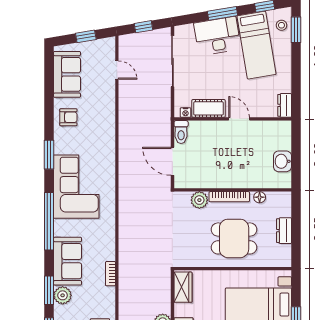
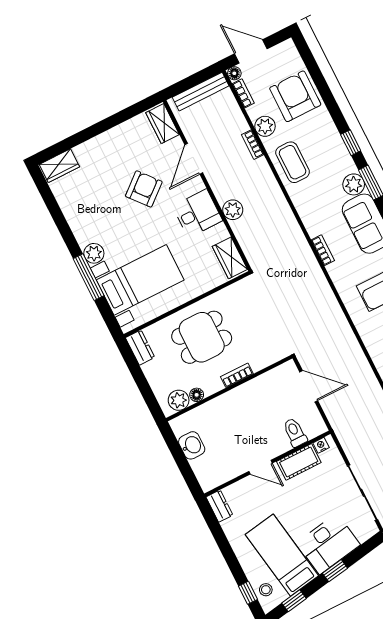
window: (223, 13) -> (335, 571), width x0.67
window: (296, 30) -> (248, 593), width x0.67
toilet: (181, 132) -> (295, 432), moved
bookcase: (229, 197) -> (237, 375), width x0.64
plant: (199, 200) -> (179, 400), moved
dresser: (284, 231) -> (140, 347), moved
bookcase: (111, 274) -> (323, 250), moved

